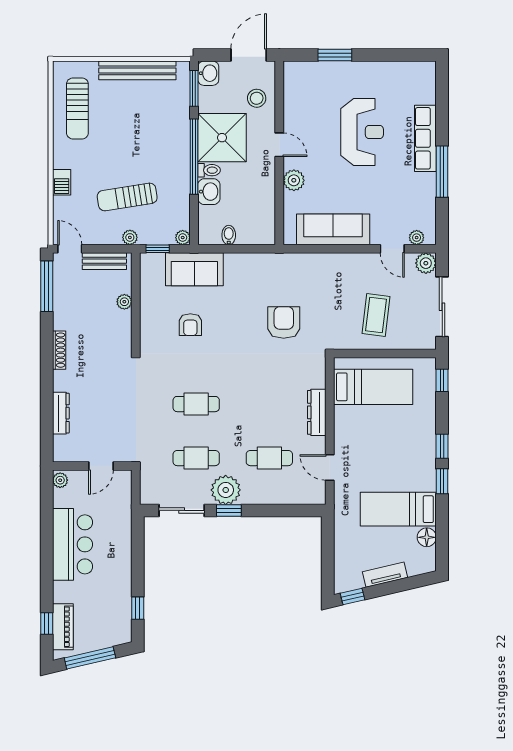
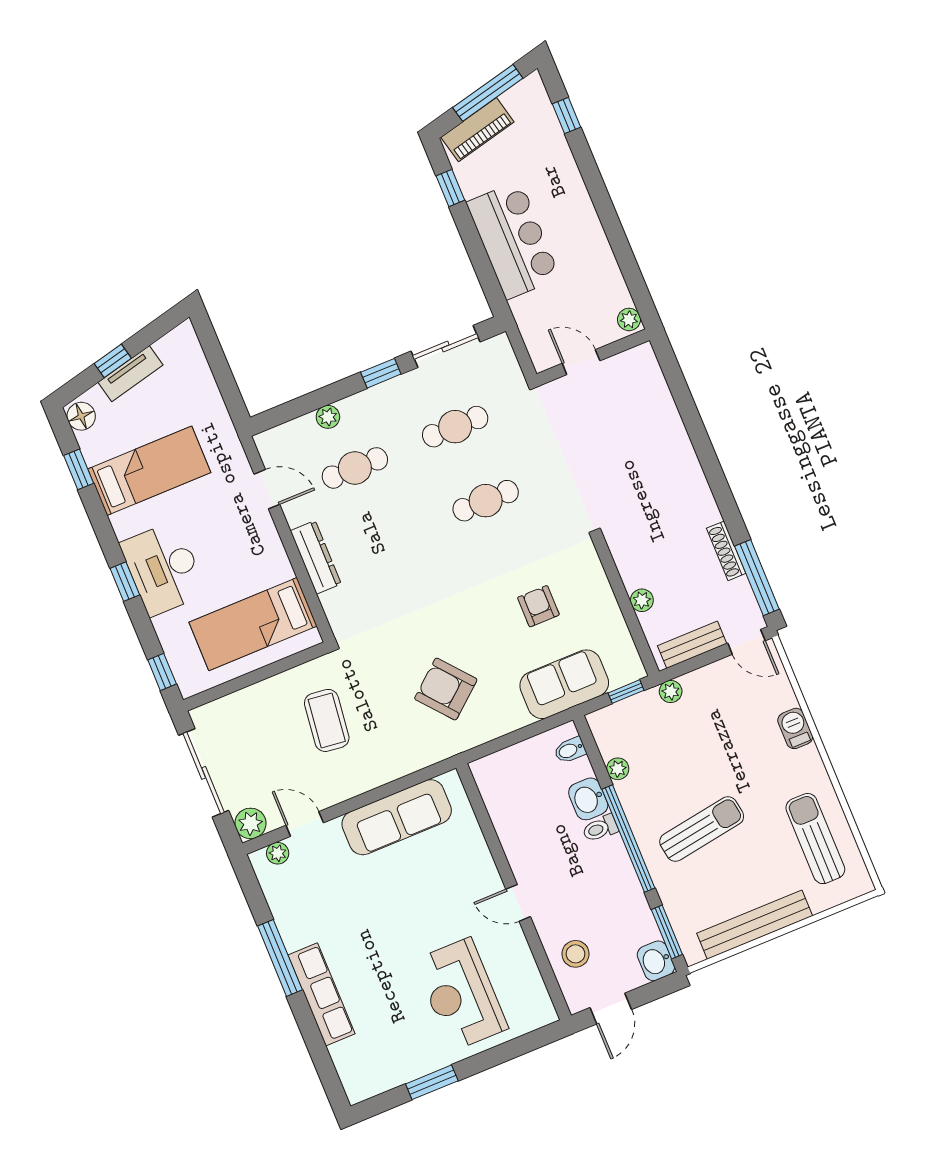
door: (249, 55) -> (611, 1009), width x0.73
window: (335, 55) -> (432, 1082), moved
reception desk: (362, 132) -> (461, 994), moved
shower: (222, 138) -> (601, 880), removed
plant: (294, 180) -> (478, 862), removed
sun lounger: (127, 197) -> (702, 829), moved
bidet: (229, 235) -> (570, 750), moved, turned 90
plant: (183, 238) -> (618, 769), moved
coffee table: (376, 315) -> (327, 720), moved
armchair: (284, 322) -> (446, 689), moved, turned 140
shoe rack: (59, 350) -> (726, 551), moved
dresser: (61, 413) -> (666, 412), removed
desk: (415, 445) -> (163, 568), added
door: (101, 466) -> (581, 362), hinge flipped
window: (442, 481) -> (79, 469), moved
plant: (226, 490) -> (328, 417), moved, width x0.53, depth x0.53
floor lamp: (427, 537) -> (81, 416), moved
bar counter: (73, 544) -> (513, 240), moved, turned 180
window: (353, 597) -> (113, 361), moved
piano: (63, 627) -> (477, 130), moved, turned -103

